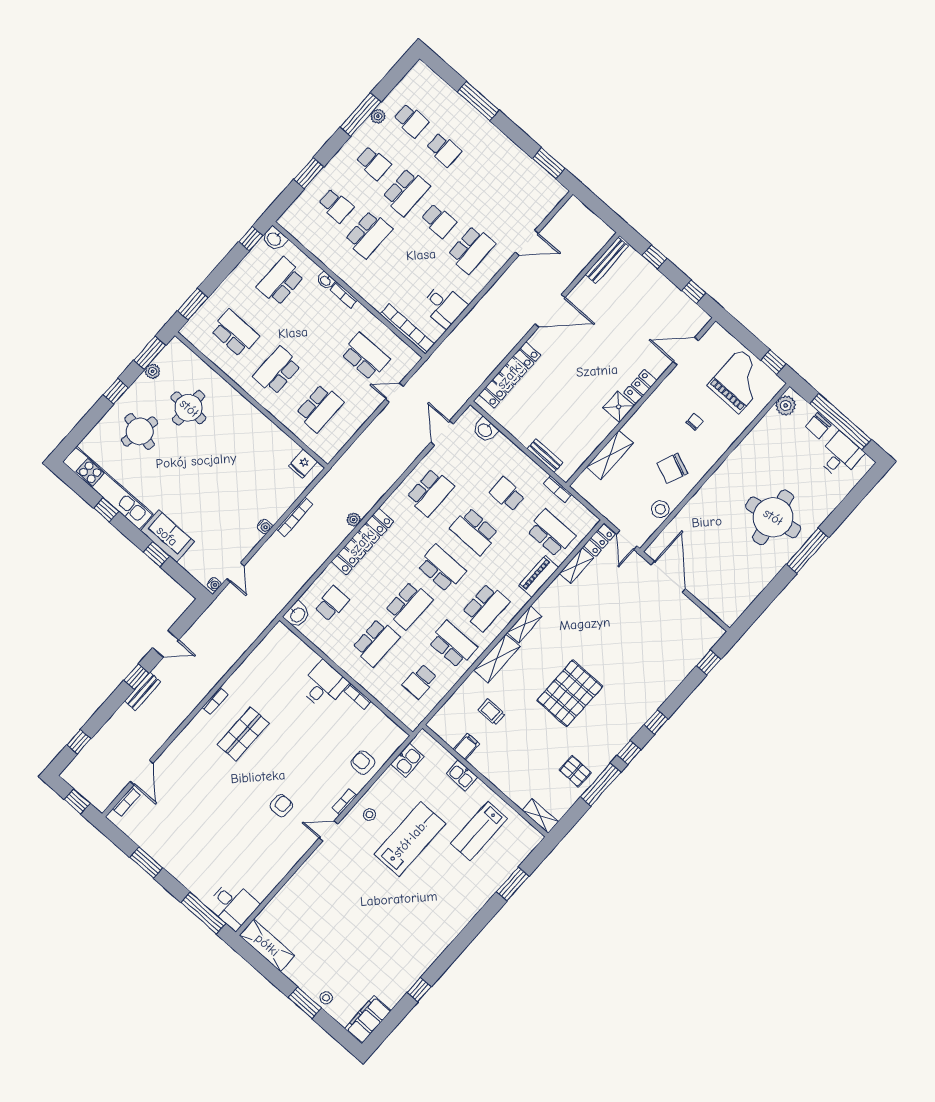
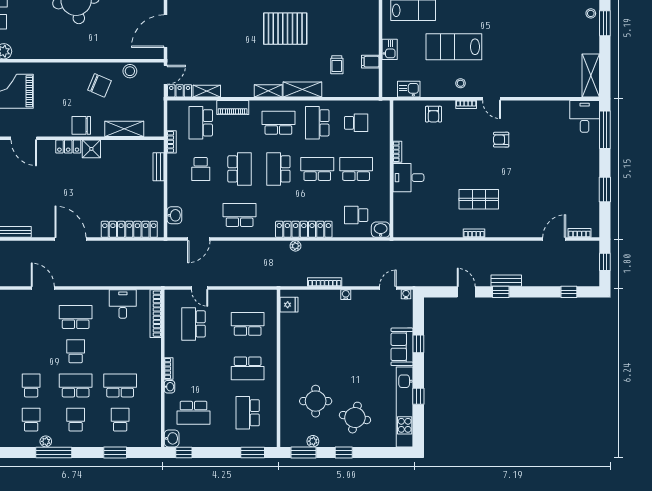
chair: (695, 422) -> (81, 125), moved, width x1.87, depth x1.87

